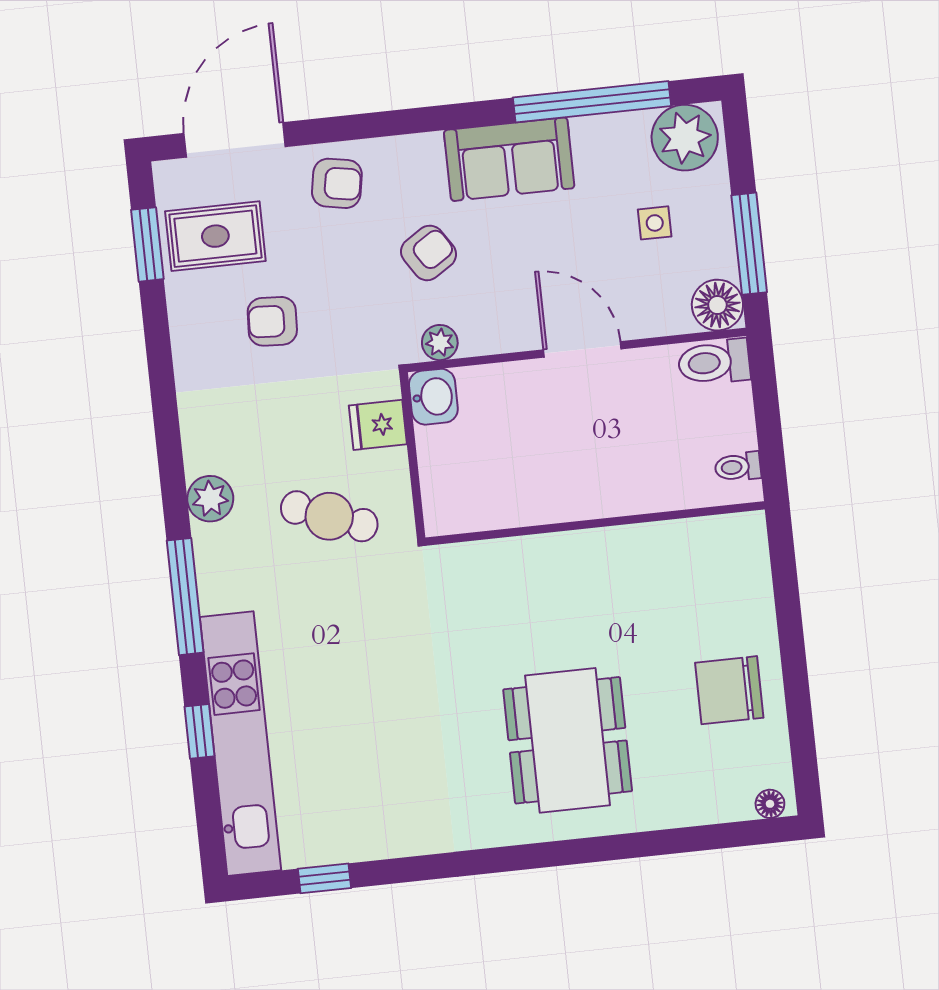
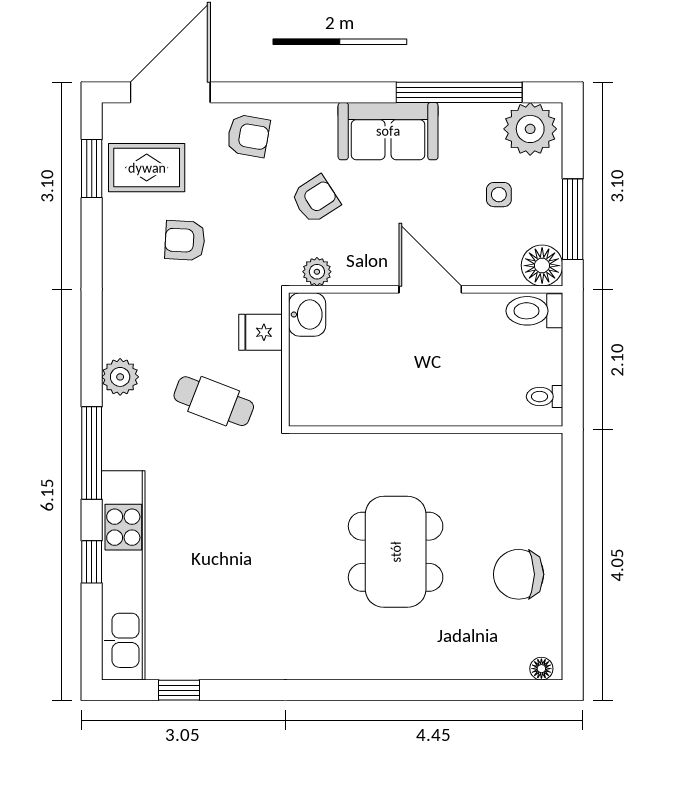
dining table: (568, 740) -> (396, 552), moved

